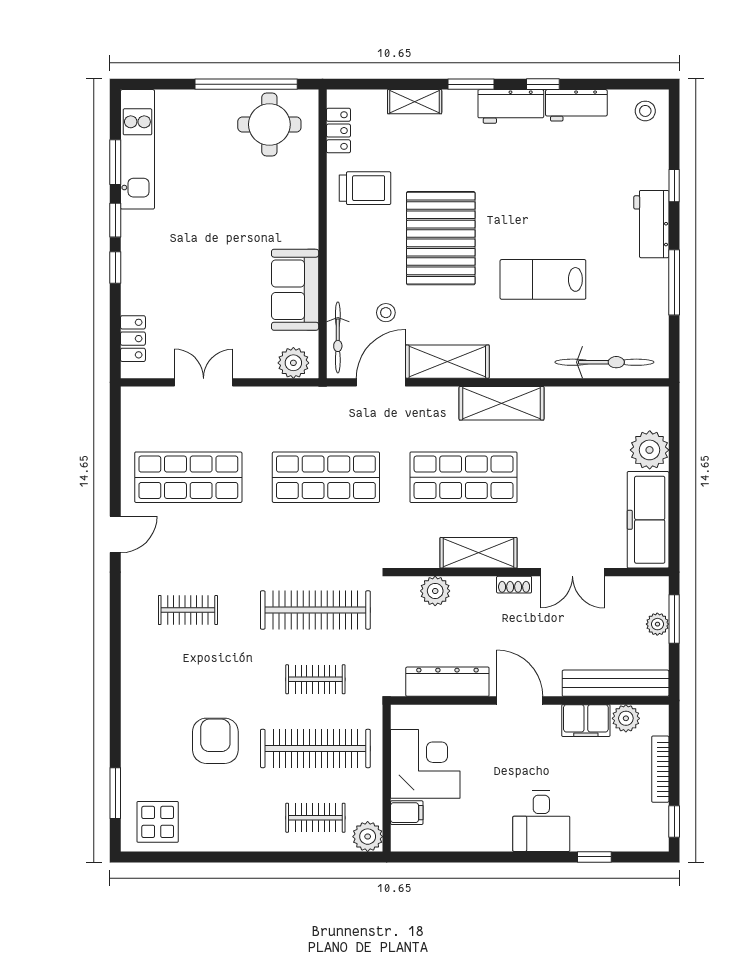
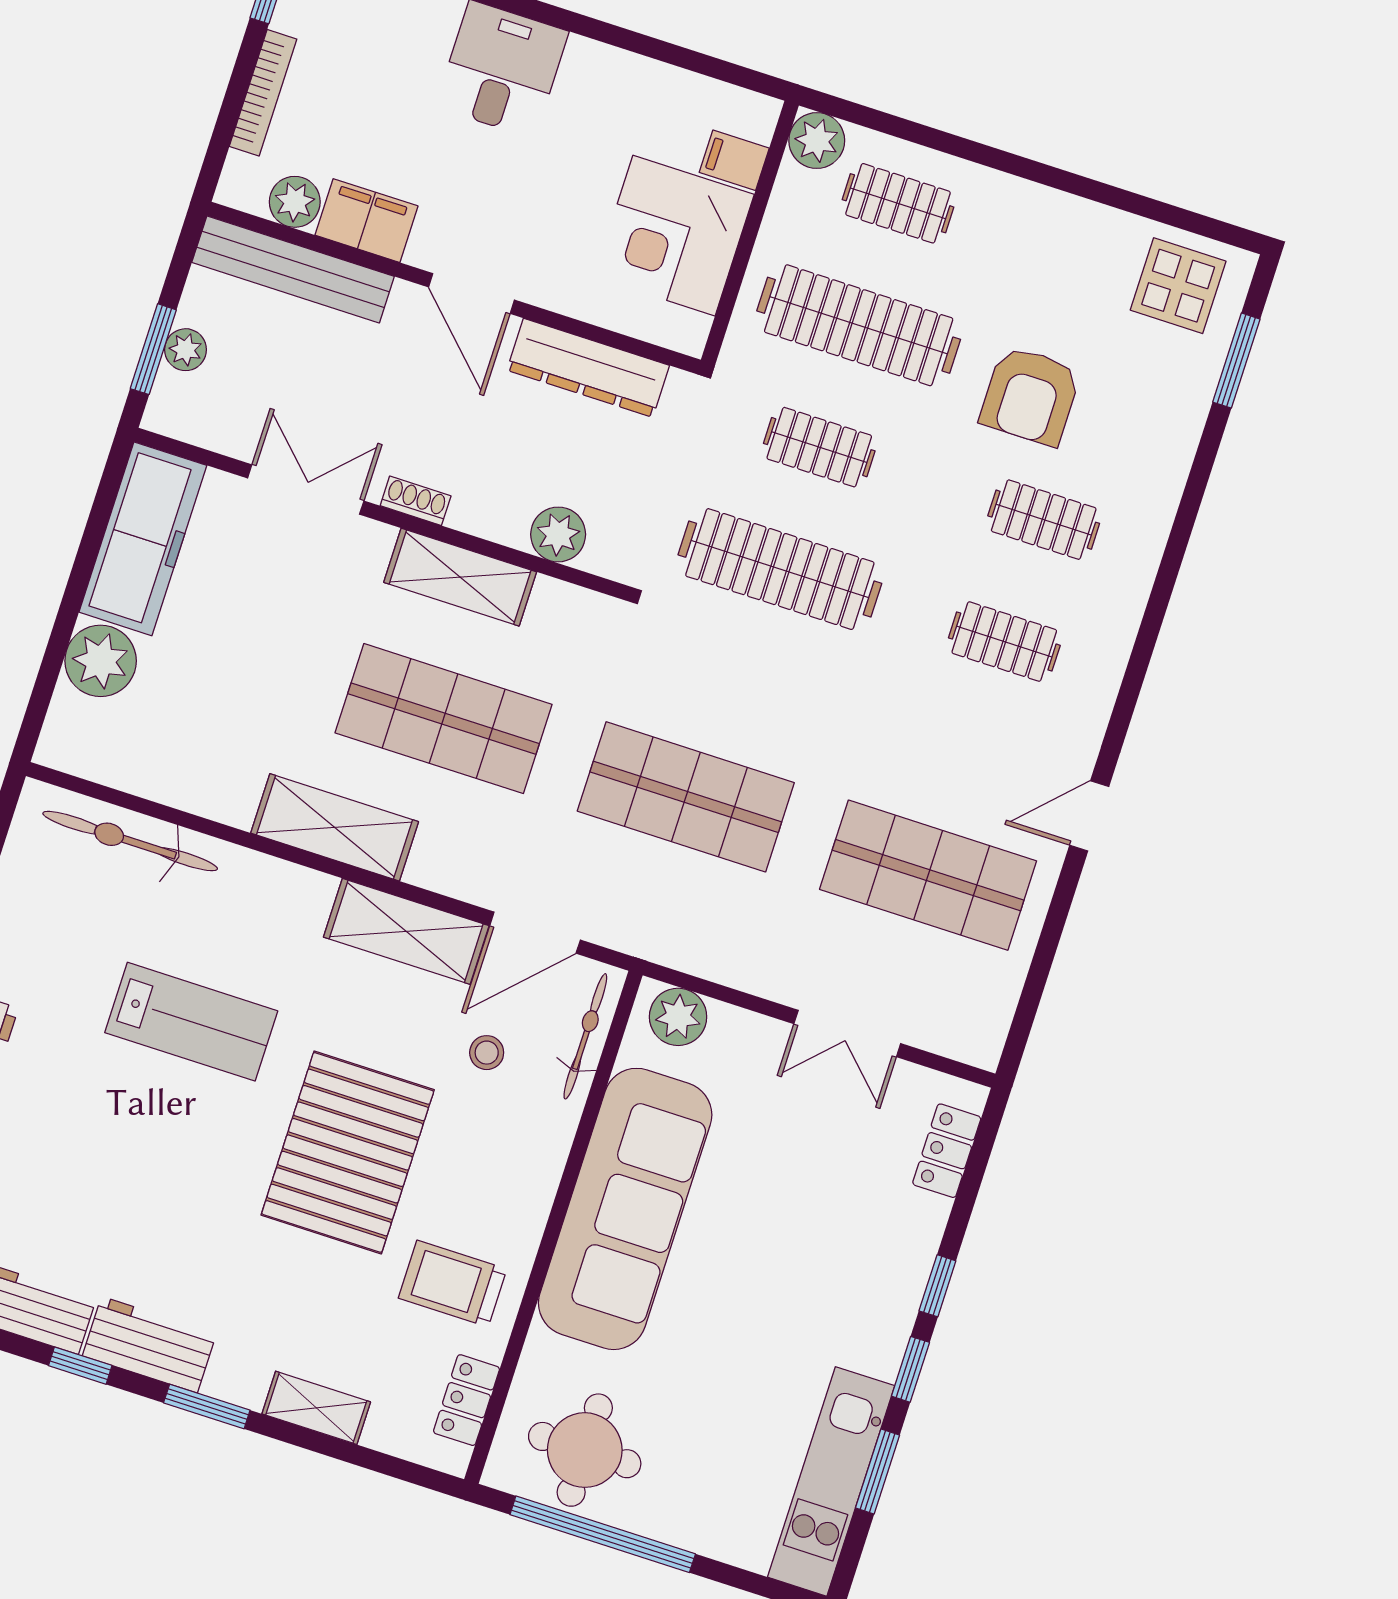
sofa: (295, 290) -> (625, 1209), width x1.85, depth x1.27
clothes rail: (188, 679) -> (1044, 520), added

